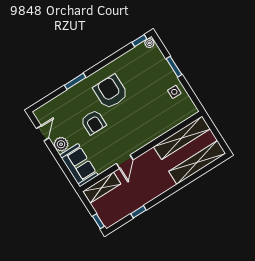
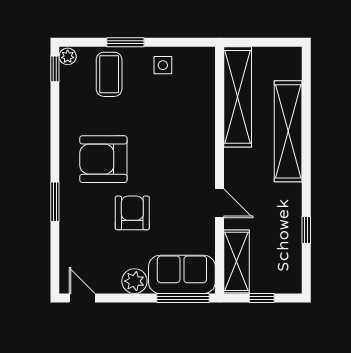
coffee table: (153, 69) -> (109, 74), added
armchair: (93, 122) -> (132, 213), turned -90
door: (43, 133) -> (82, 298), moved
shelving: (197, 162) -> (288, 131), moved
window: (68, 173) -> (183, 298), added
window: (98, 221) -> (262, 298), moved

